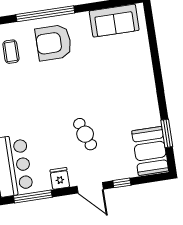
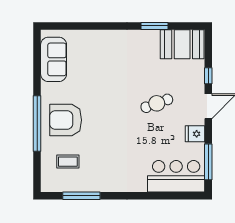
armchair: (53, 43) -> (66, 120), turned 90
window: (167, 133) -> (154, 26), moved

